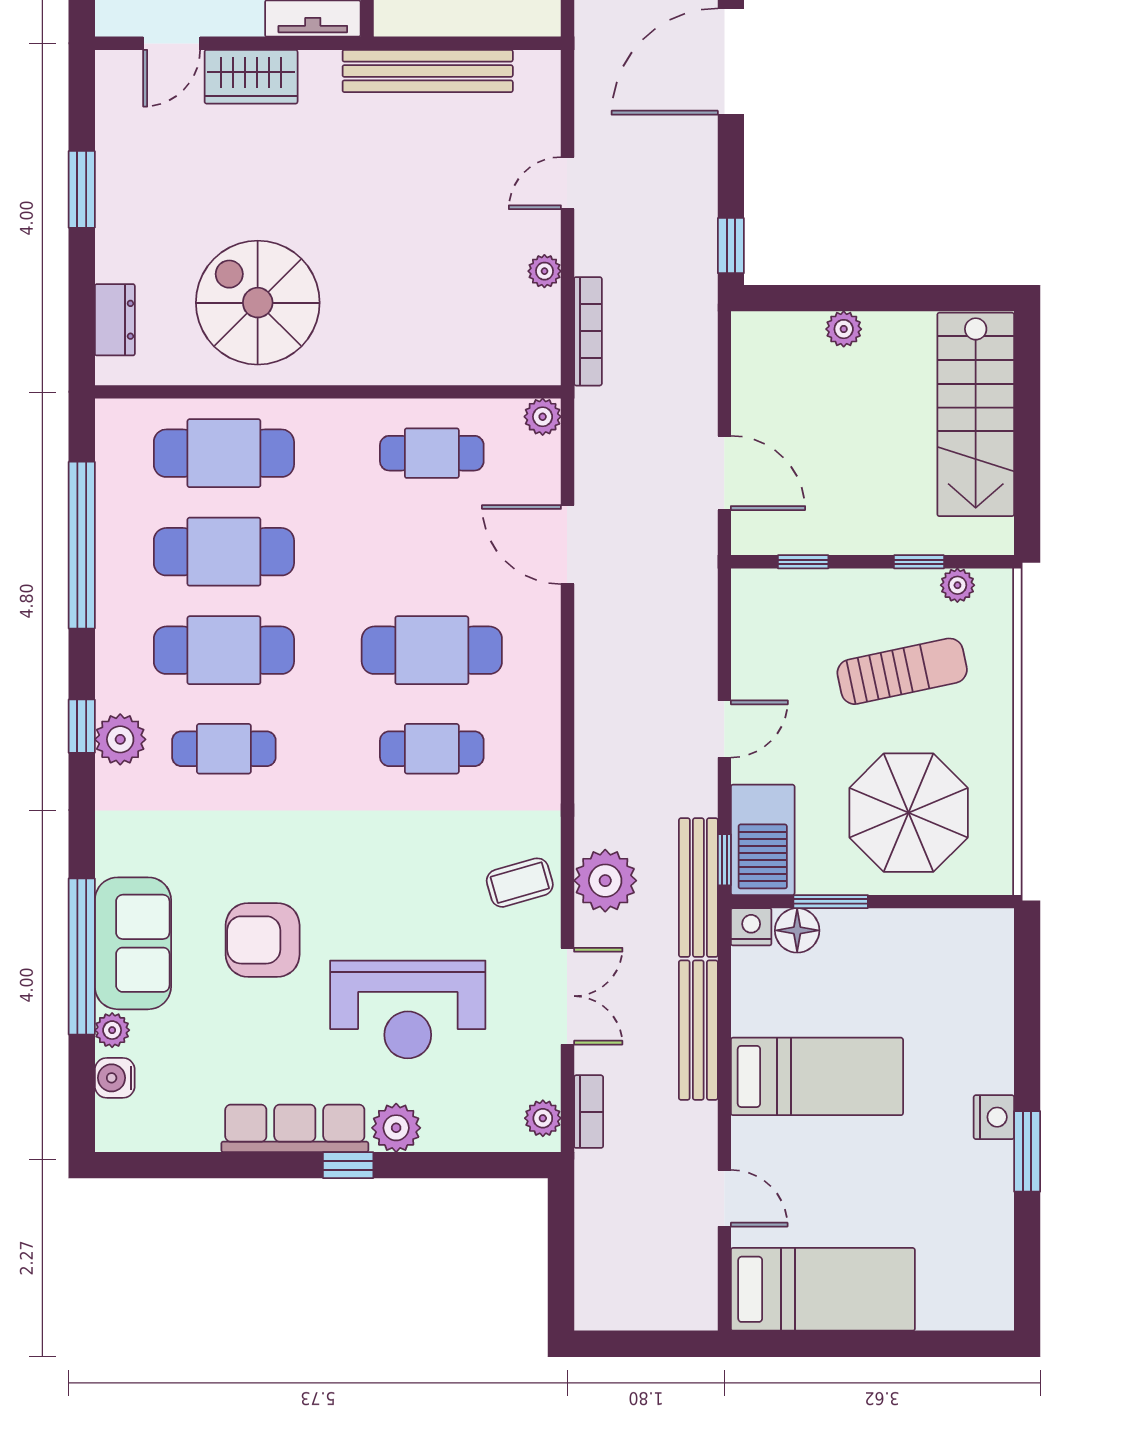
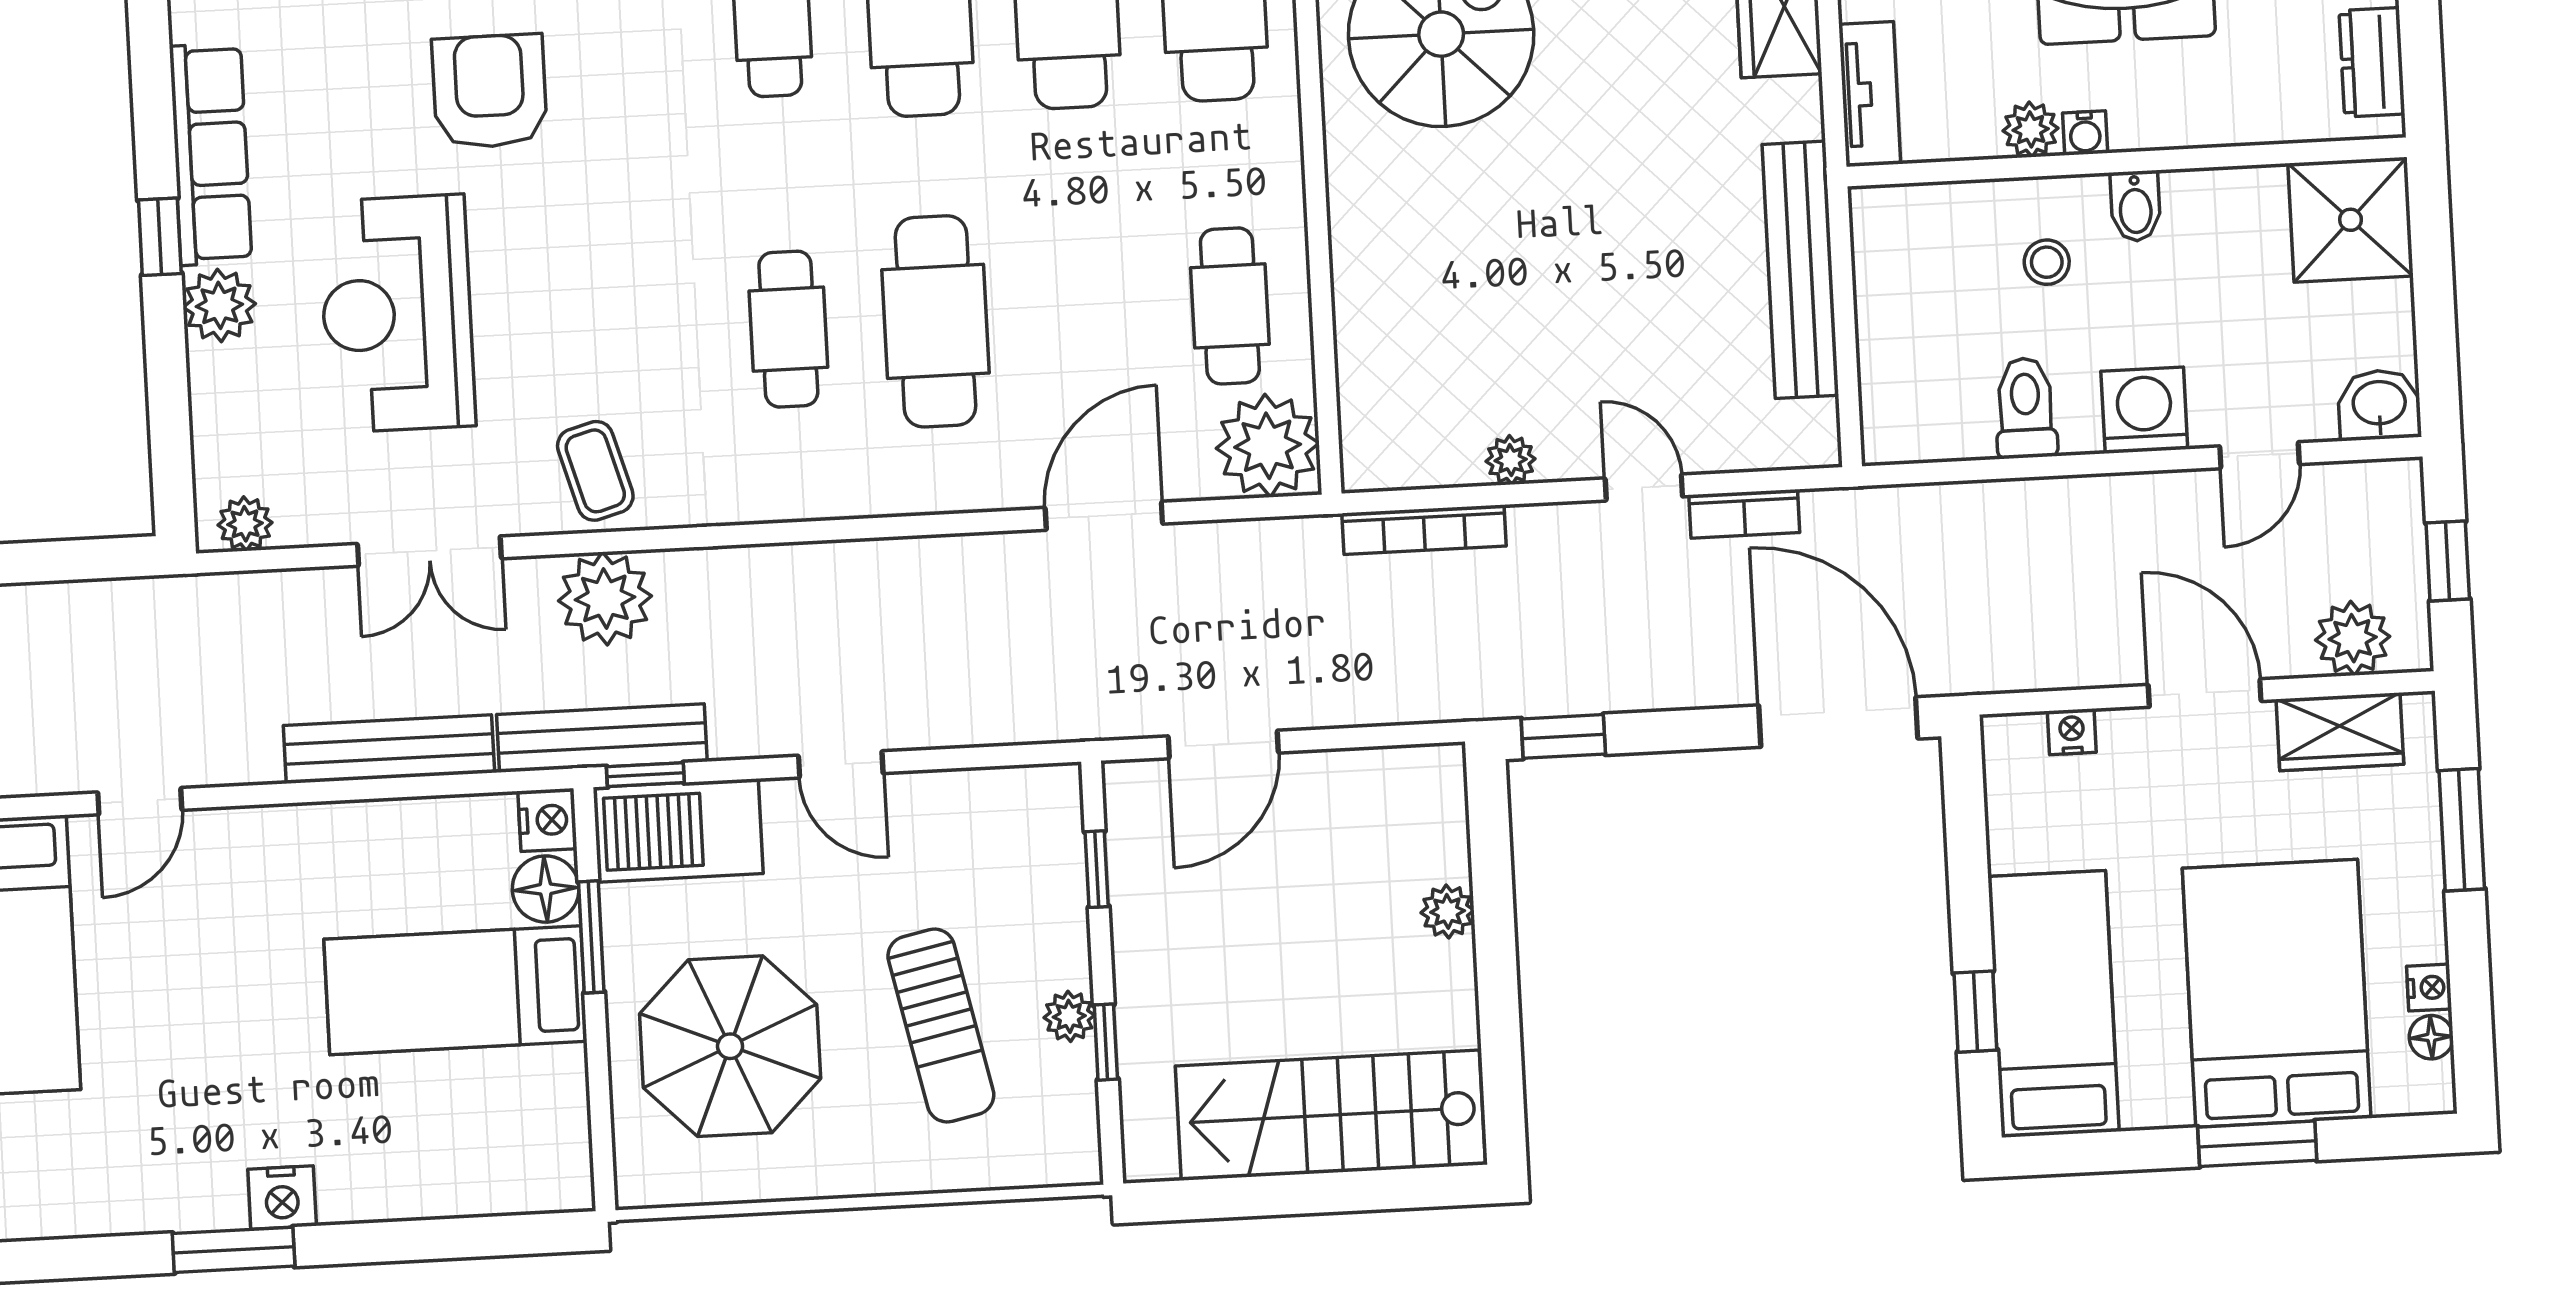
plant: (543, 417) -> (1268, 446), width x1.87, depth x1.87
plant: (957, 585) -> (1069, 1016), moved
bed: (817, 1076) -> (455, 990), moved, turned 90
bookcase: (589, 1112) -> (1744, 514), moved

